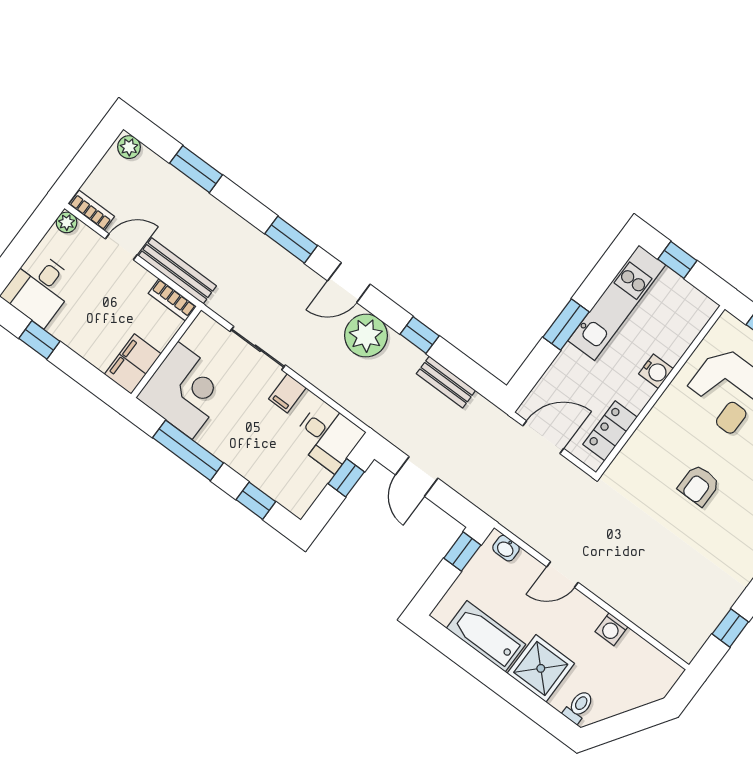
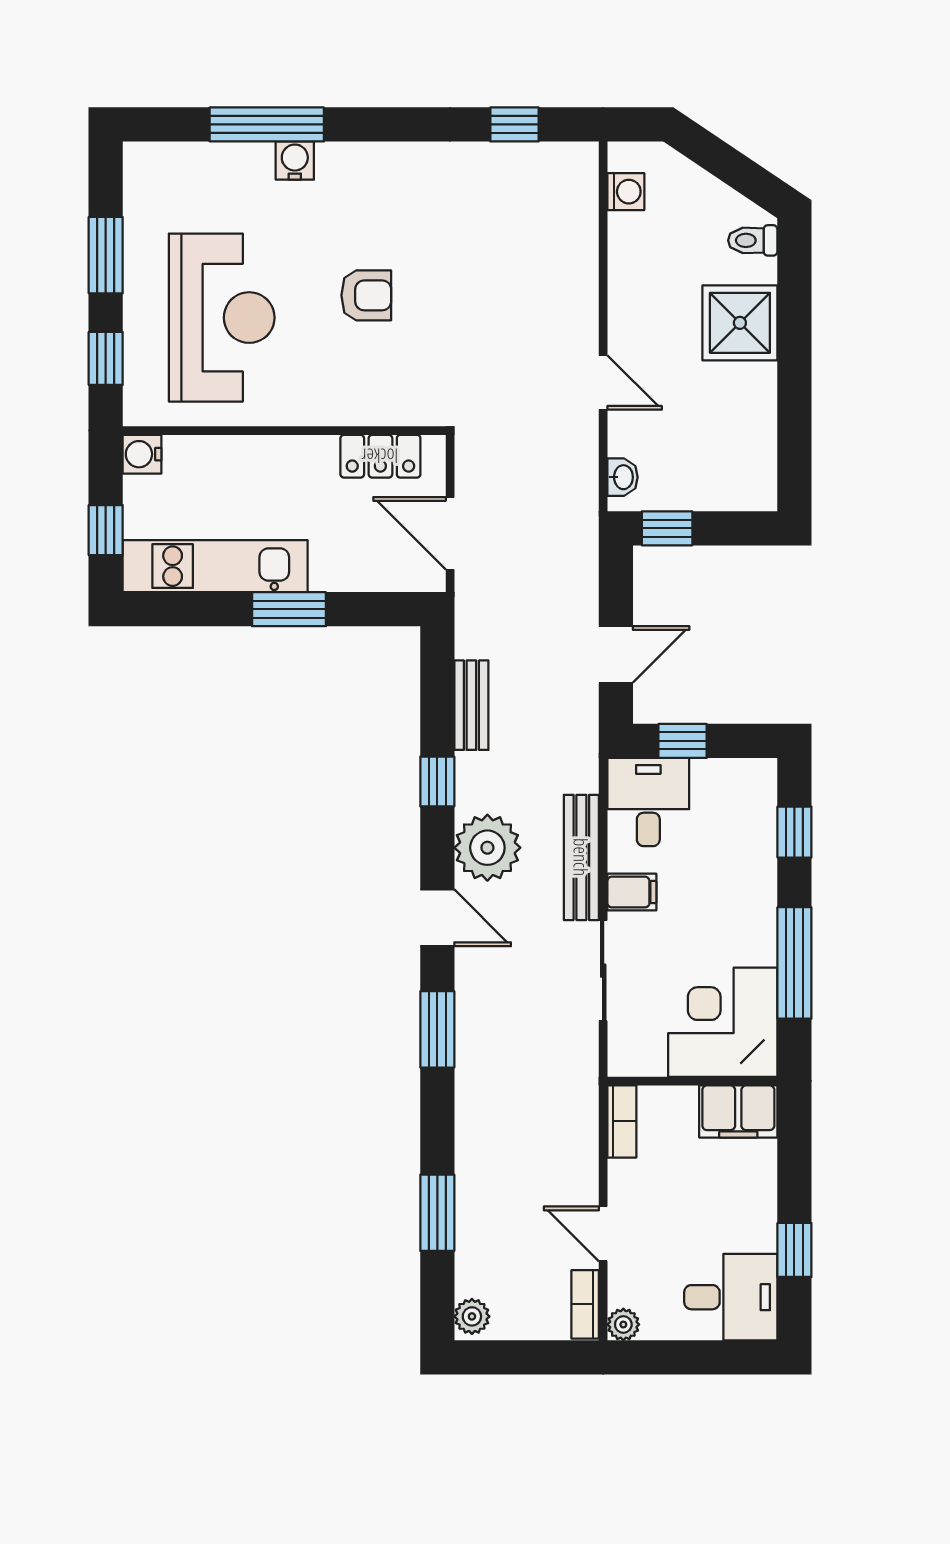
bench: (177, 271) -> (581, 857), moved
water cooler: (656, 371) -> (142, 454), moved, turned -90
washing machine: (612, 629) -> (626, 192), moved
bathtub: (486, 636) -> (751, 421), removed

